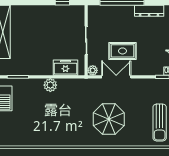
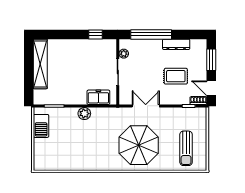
rug: (122, 51) -> (176, 76), moved
plant: (93, 70) -> (124, 54), moved
parasol: (109, 119) -> (139, 145), width x1.36, depth x1.36

